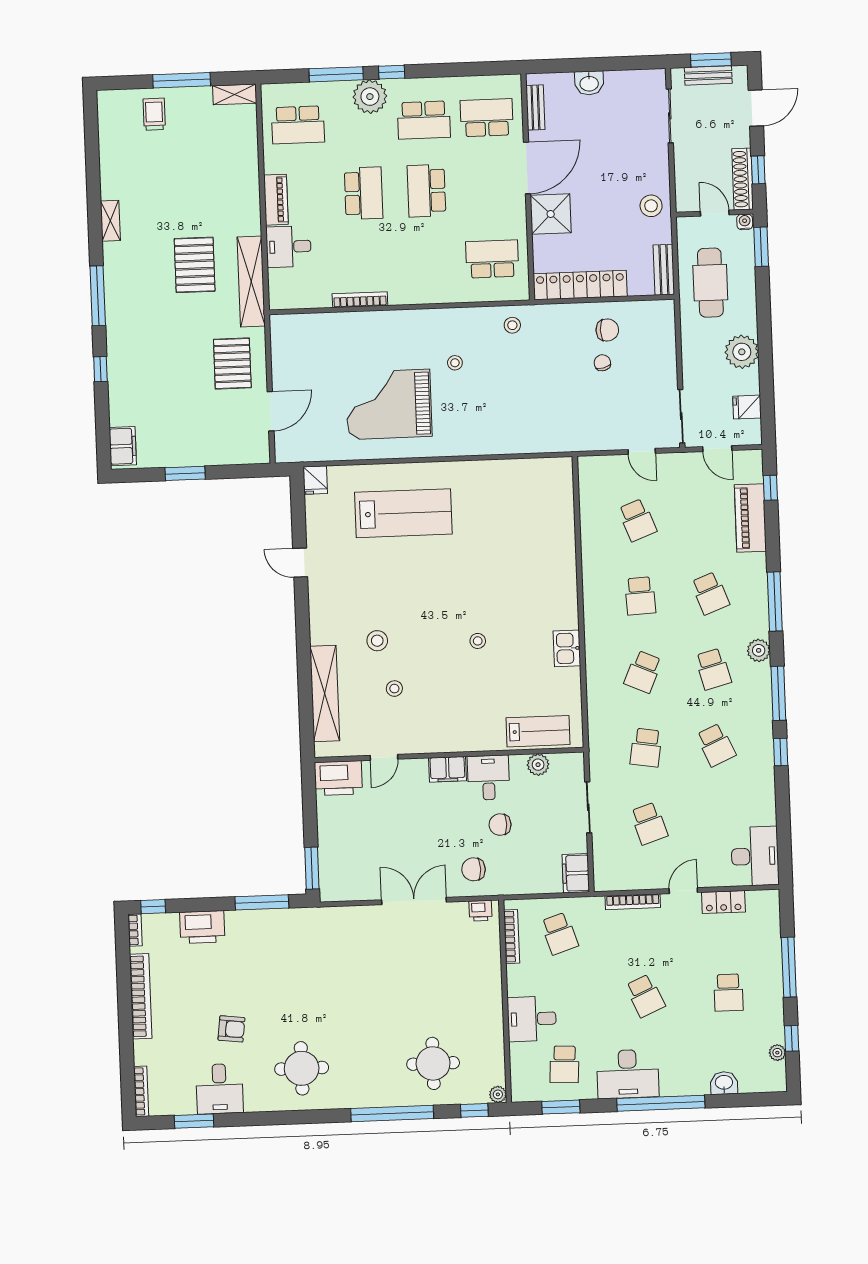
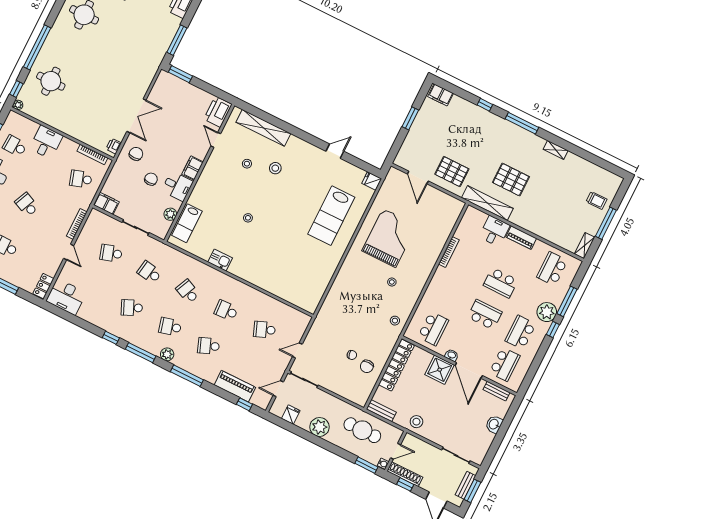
washbasin: (518, 208) -> (452, 355), added
locker: (723, 902) -> (43, 286), moved
school desk: (645, 996) -> (27, 205), turned 48

